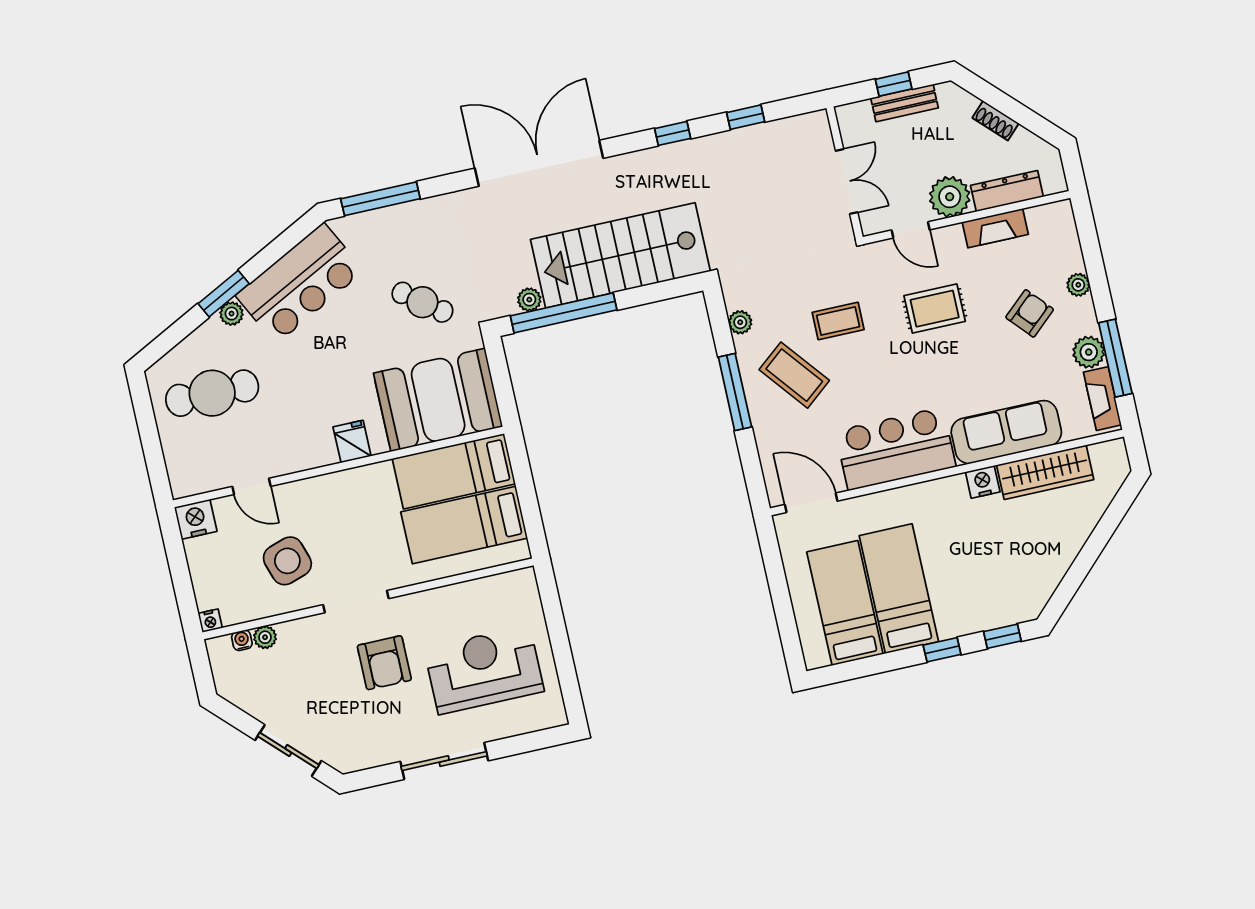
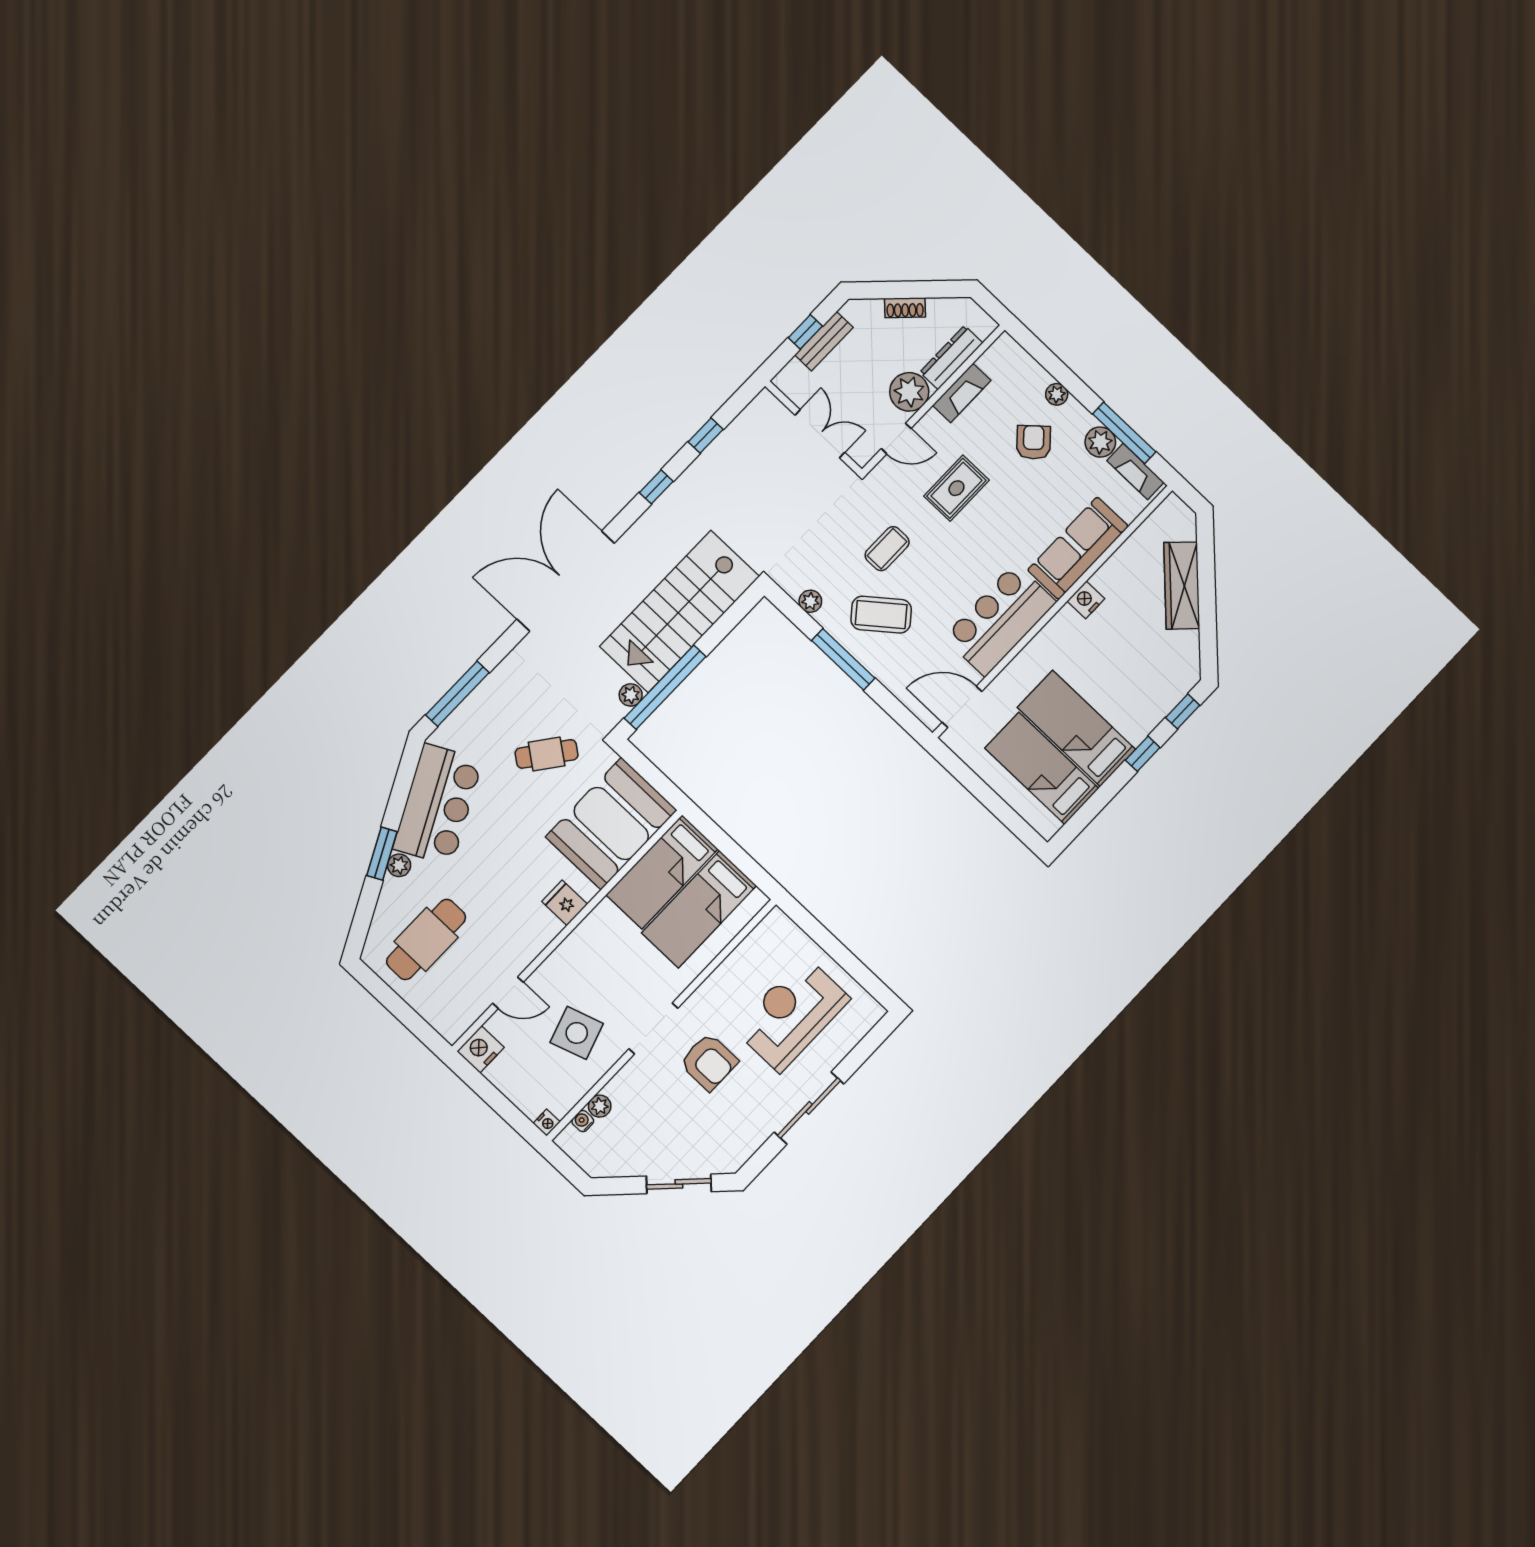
wardrobe: (1045, 472) -> (1182, 586), moved, turned 135

